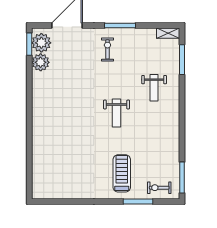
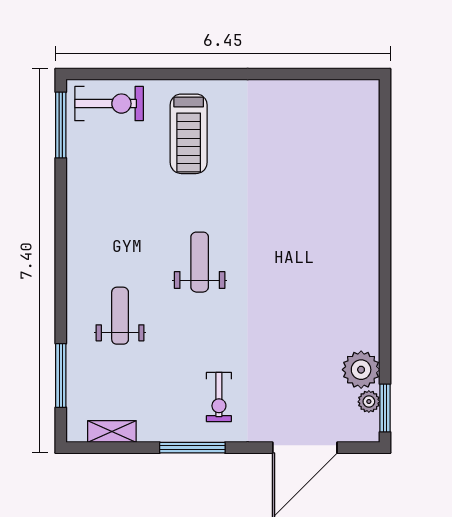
shelving: (168, 33) -> (112, 432), moved
plant: (41, 43) -> (369, 402), width x0.53, depth x0.53
exercise bike: (159, 188) -> (109, 104), width x1.38, depth x1.39
window: (138, 202) -> (154, 74), removed

